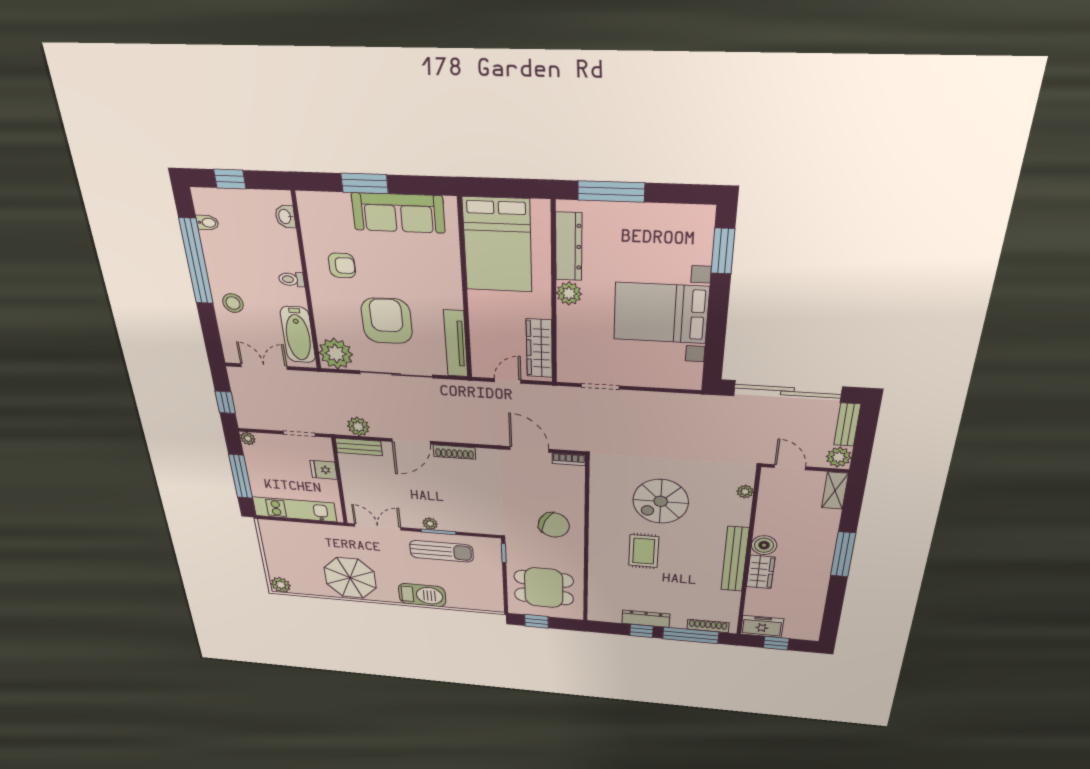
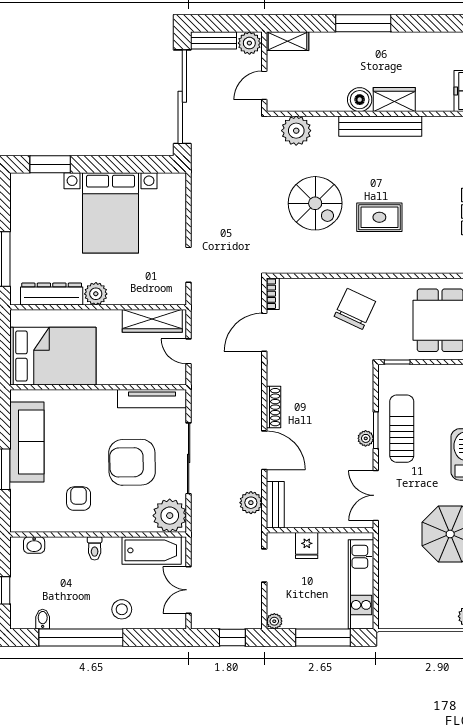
plant: (745, 492) -> (296, 131), width x1.88, depth x1.88

